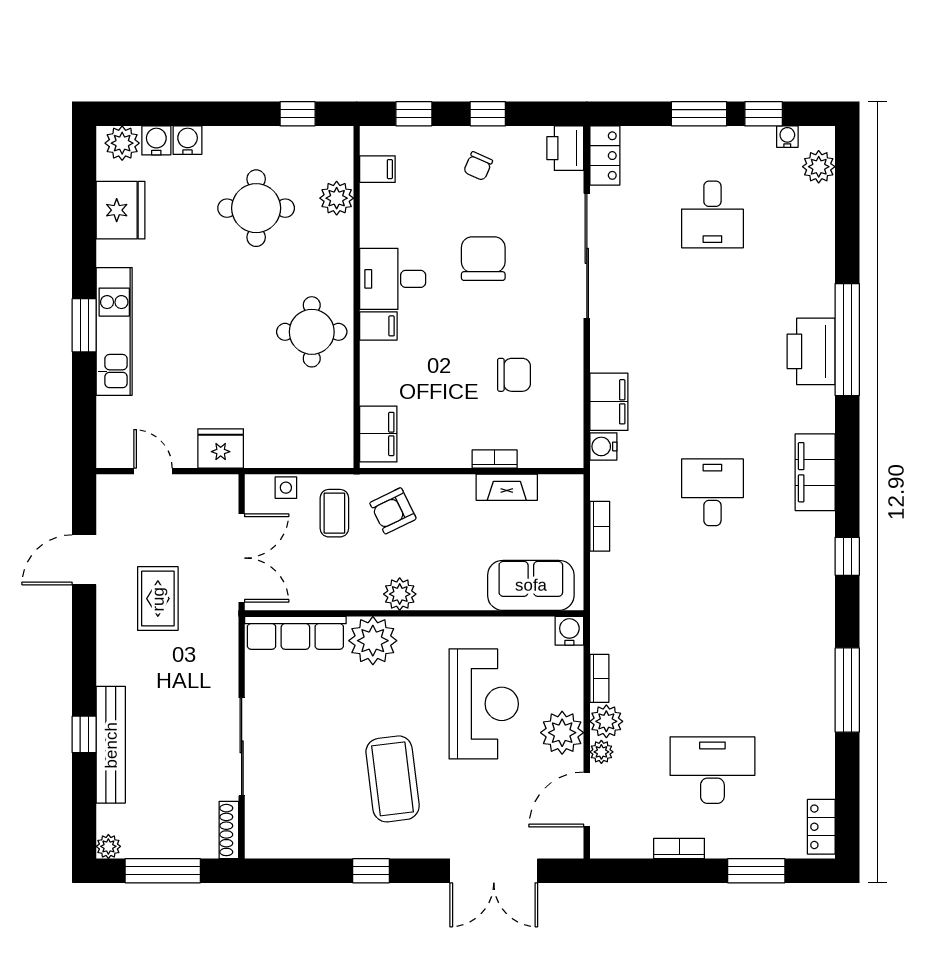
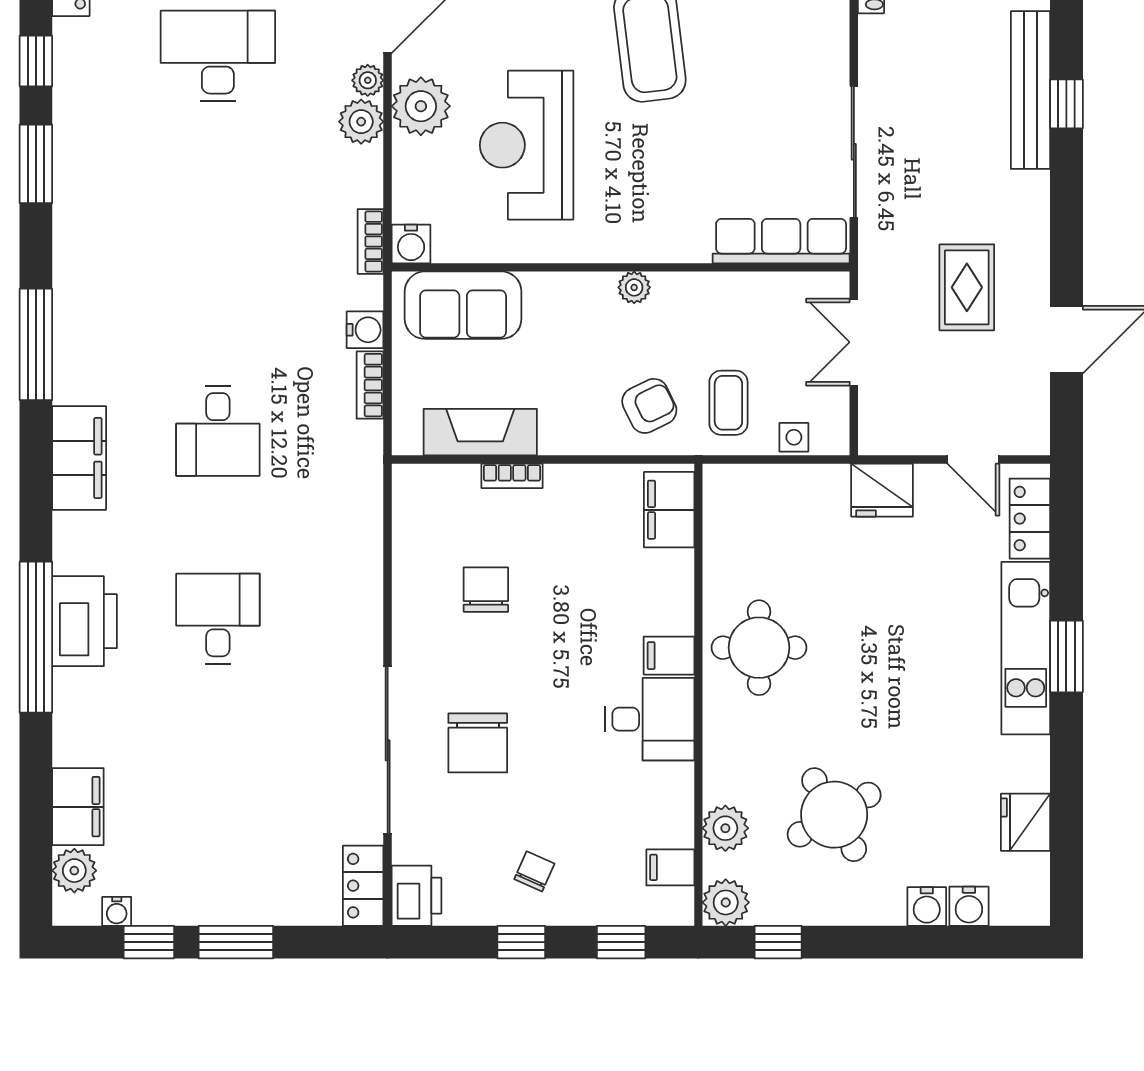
plant: (122, 143) -> (726, 902), moved
round table: (256, 208) -> (834, 815), turned -30
fridge: (121, 210) -> (1025, 822), width x0.73, depth x0.75
desk: (712, 214) -> (218, 619), moved
chair: (483, 259) -> (478, 743), moved
chair: (514, 375) -> (486, 590), turned 90
filing cabinet: (609, 402) -> (78, 807), moved, turned 180
locker: (111, 427) -> (1030, 519), added
water cooler: (603, 446) -> (365, 330), moved
fireplace: (507, 487) -> (480, 432), width x1.37, depth x1.32
window: (847, 556) -> (36, 344), width x2.17
double door: (242, 558) -> (854, 342), width x0.73
plant: (400, 594) -> (634, 287), width x0.73, depth x0.73
plant: (373, 641) -> (677, 231), removed
bookcase: (599, 678) -> (371, 241), moved
window: (847, 690) -> (36, 164), width x0.69
sliding door: (242, 747) -> (854, 152), moved
window: (847, 766) -> (36, 61), added
desk: (712, 770) -> (218, 56), turned 180

